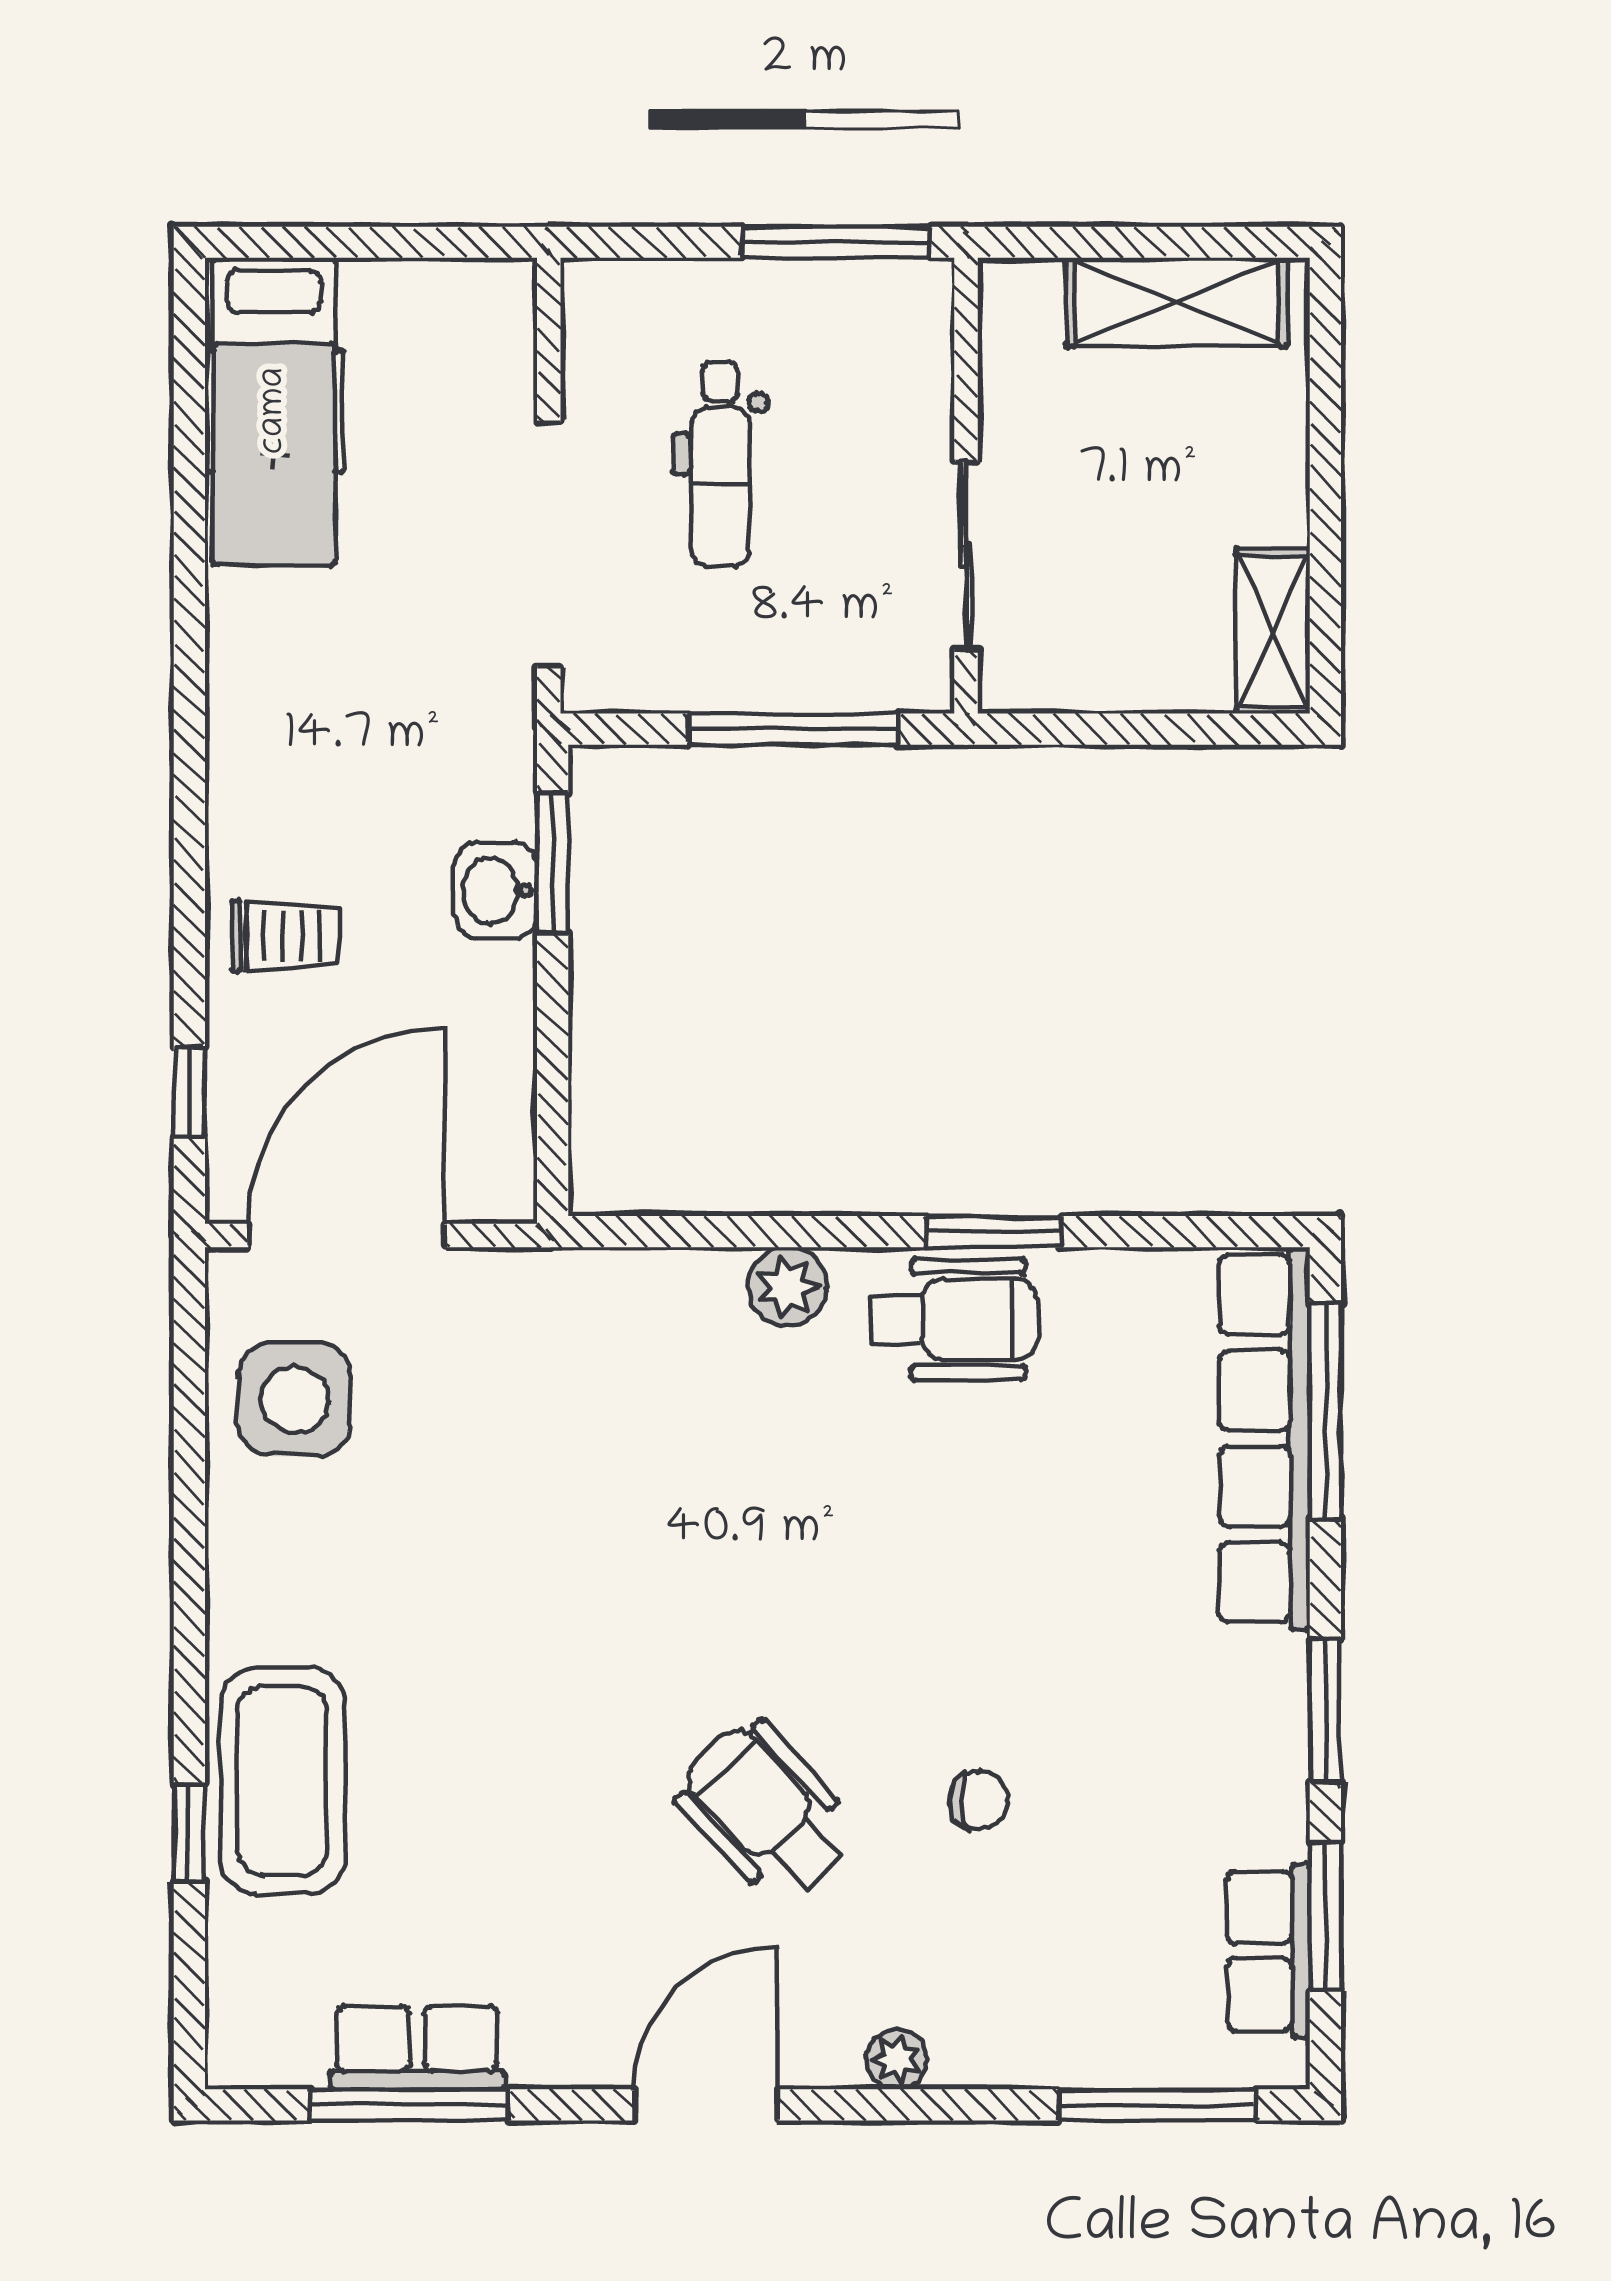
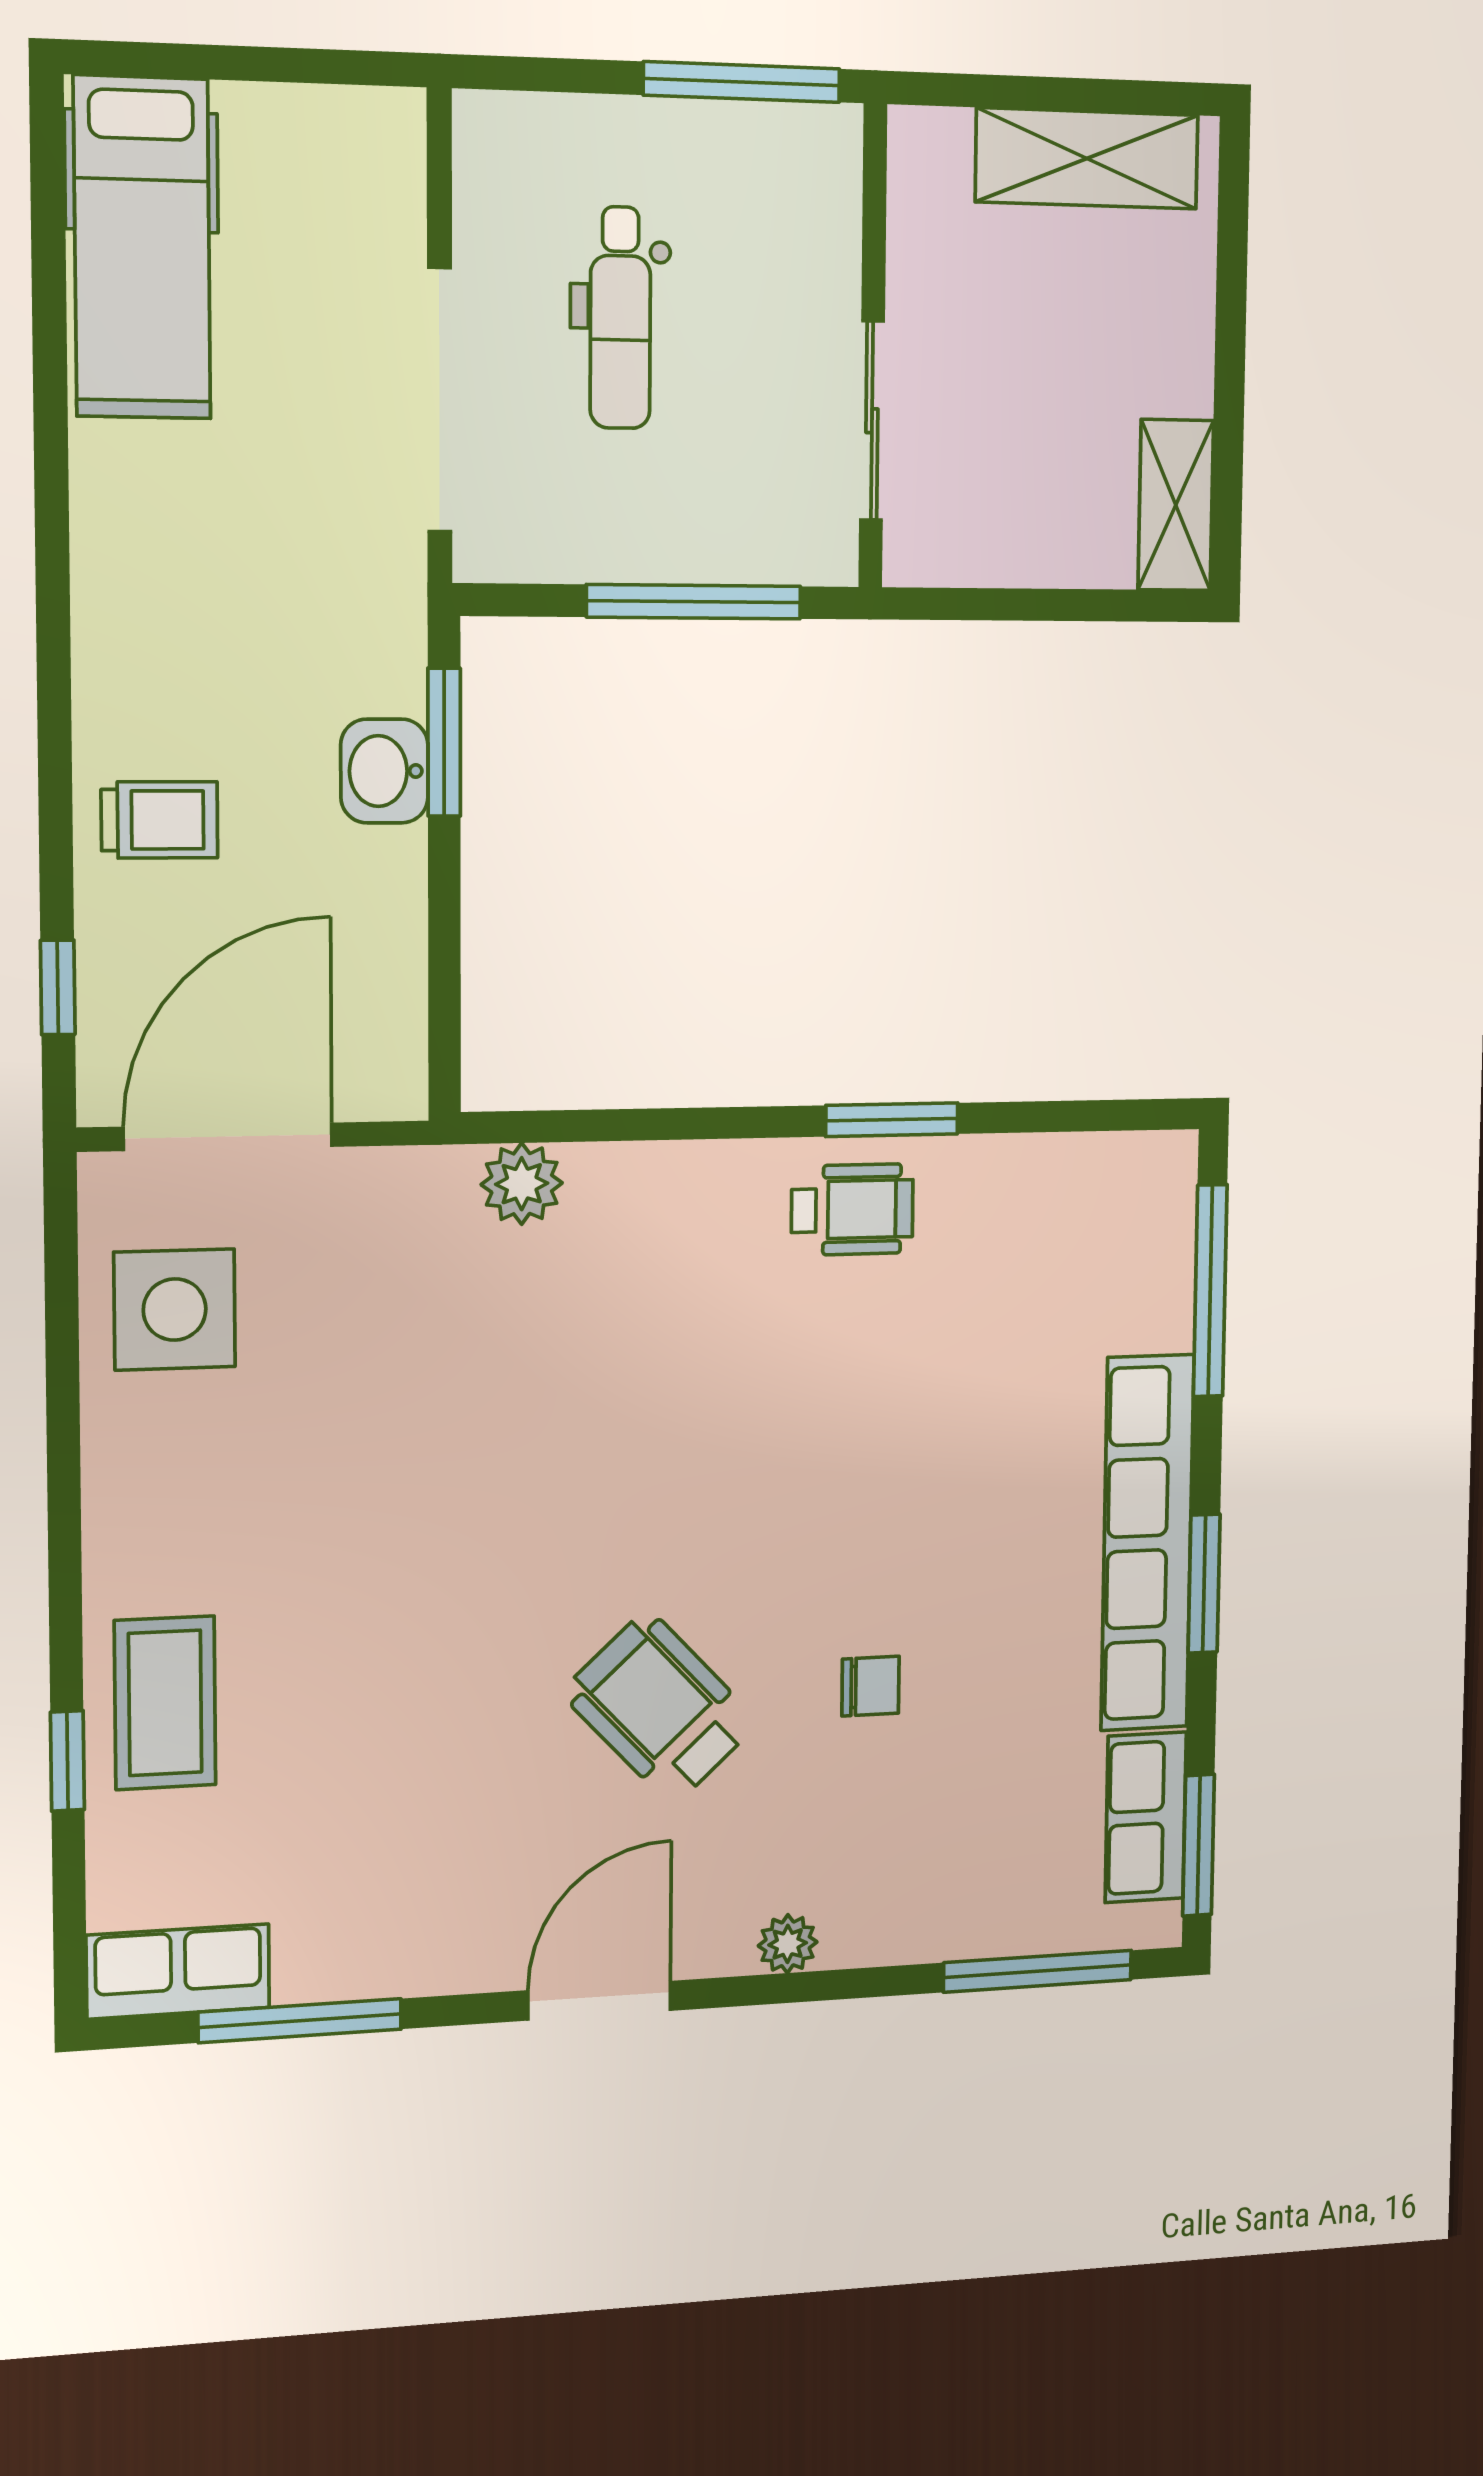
plant: (787, 1287) -> (522, 1184), moved
wheelchair: (955, 1320) -> (852, 1210), width x0.73, depth x0.73
row of seats: (1265, 1438) -> (1147, 1543), moved
coffee table: (282, 1781) -> (165, 1703), width x0.73, depth x0.76
window: (1325, 1916) -> (1199, 1845), moved
row of seats: (417, 2048) -> (178, 1972), moved

